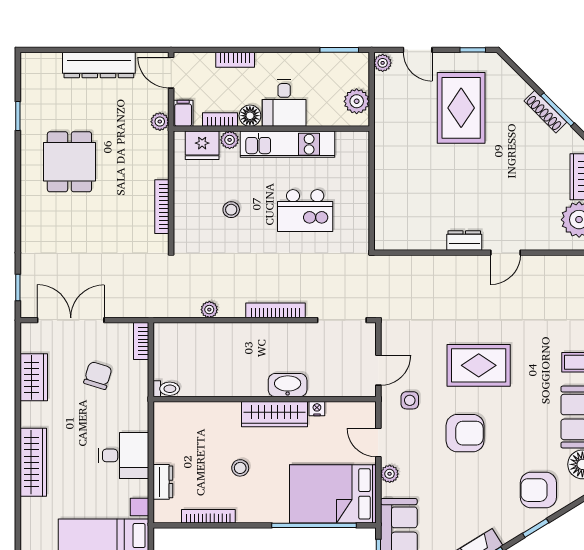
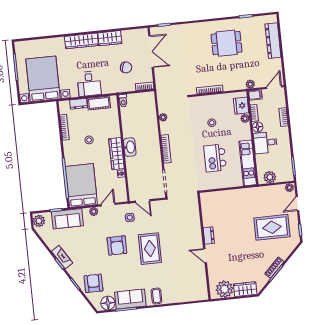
dresser: (99, 65) -> (273, 41), moved
kitchen unit: (287, 144) -> (248, 163), moved
wardrobe: (34, 377) -> (110, 38), moved
washbasin: (288, 385) -> (130, 147), moved
cot: (166, 440) -> (99, 103), added

